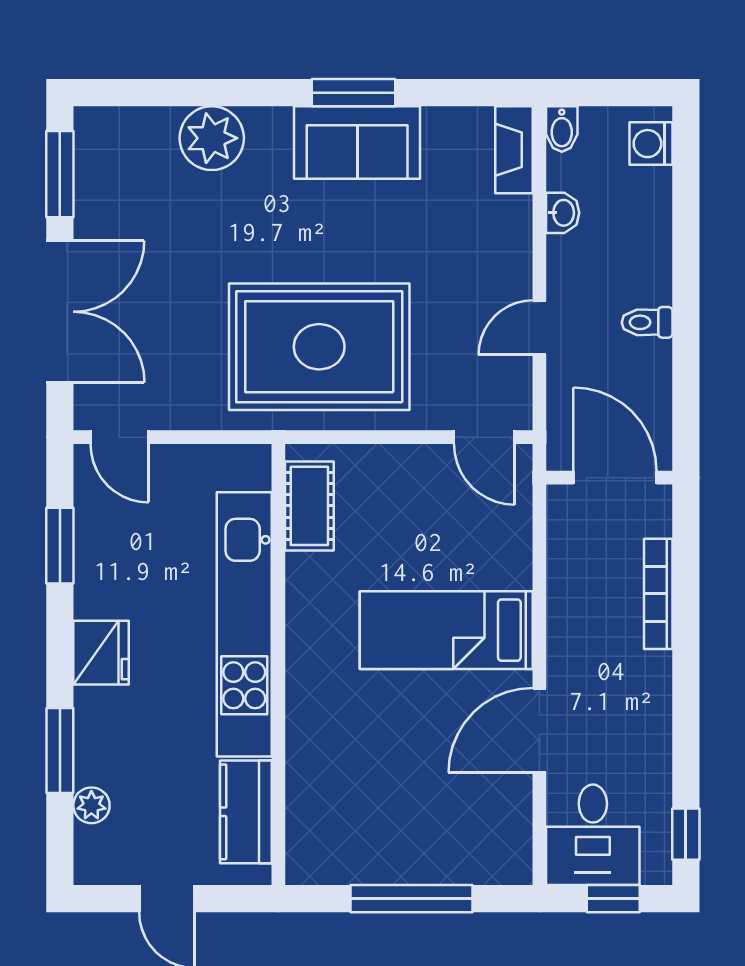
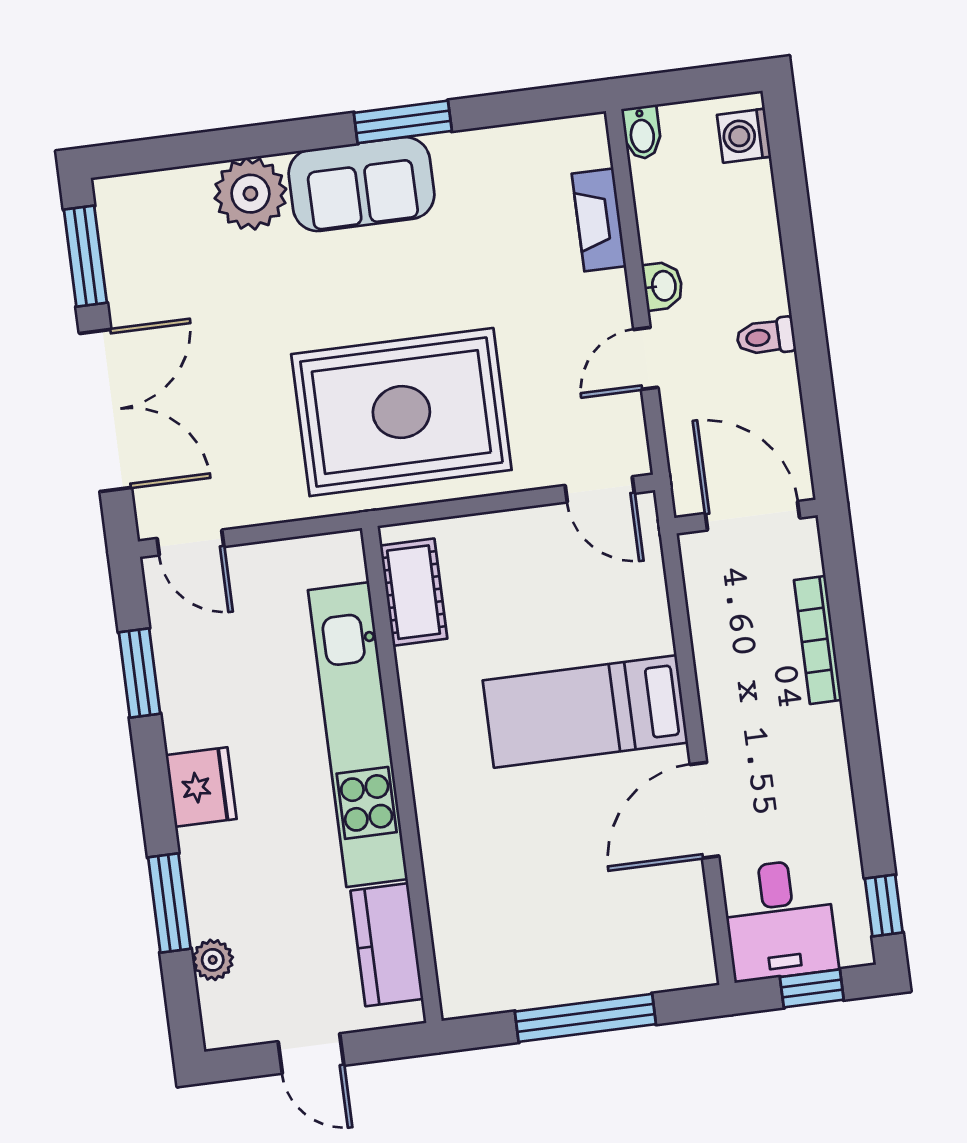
sofa: (357, 142) -> (362, 184), moved
fireplace: (514, 150) -> (599, 220), moved
washbasin: (563, 213) -> (663, 286), moved

